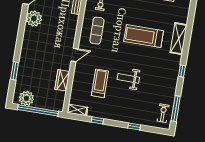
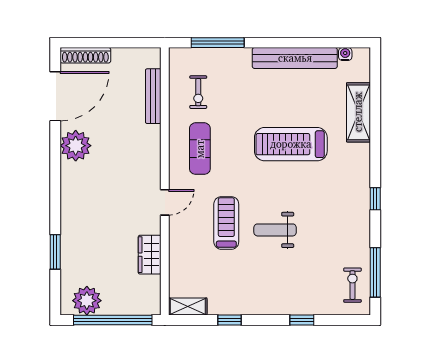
shelving: (179, 39) -> (358, 112), moved
treadmill: (100, 83) -> (226, 223), moved

